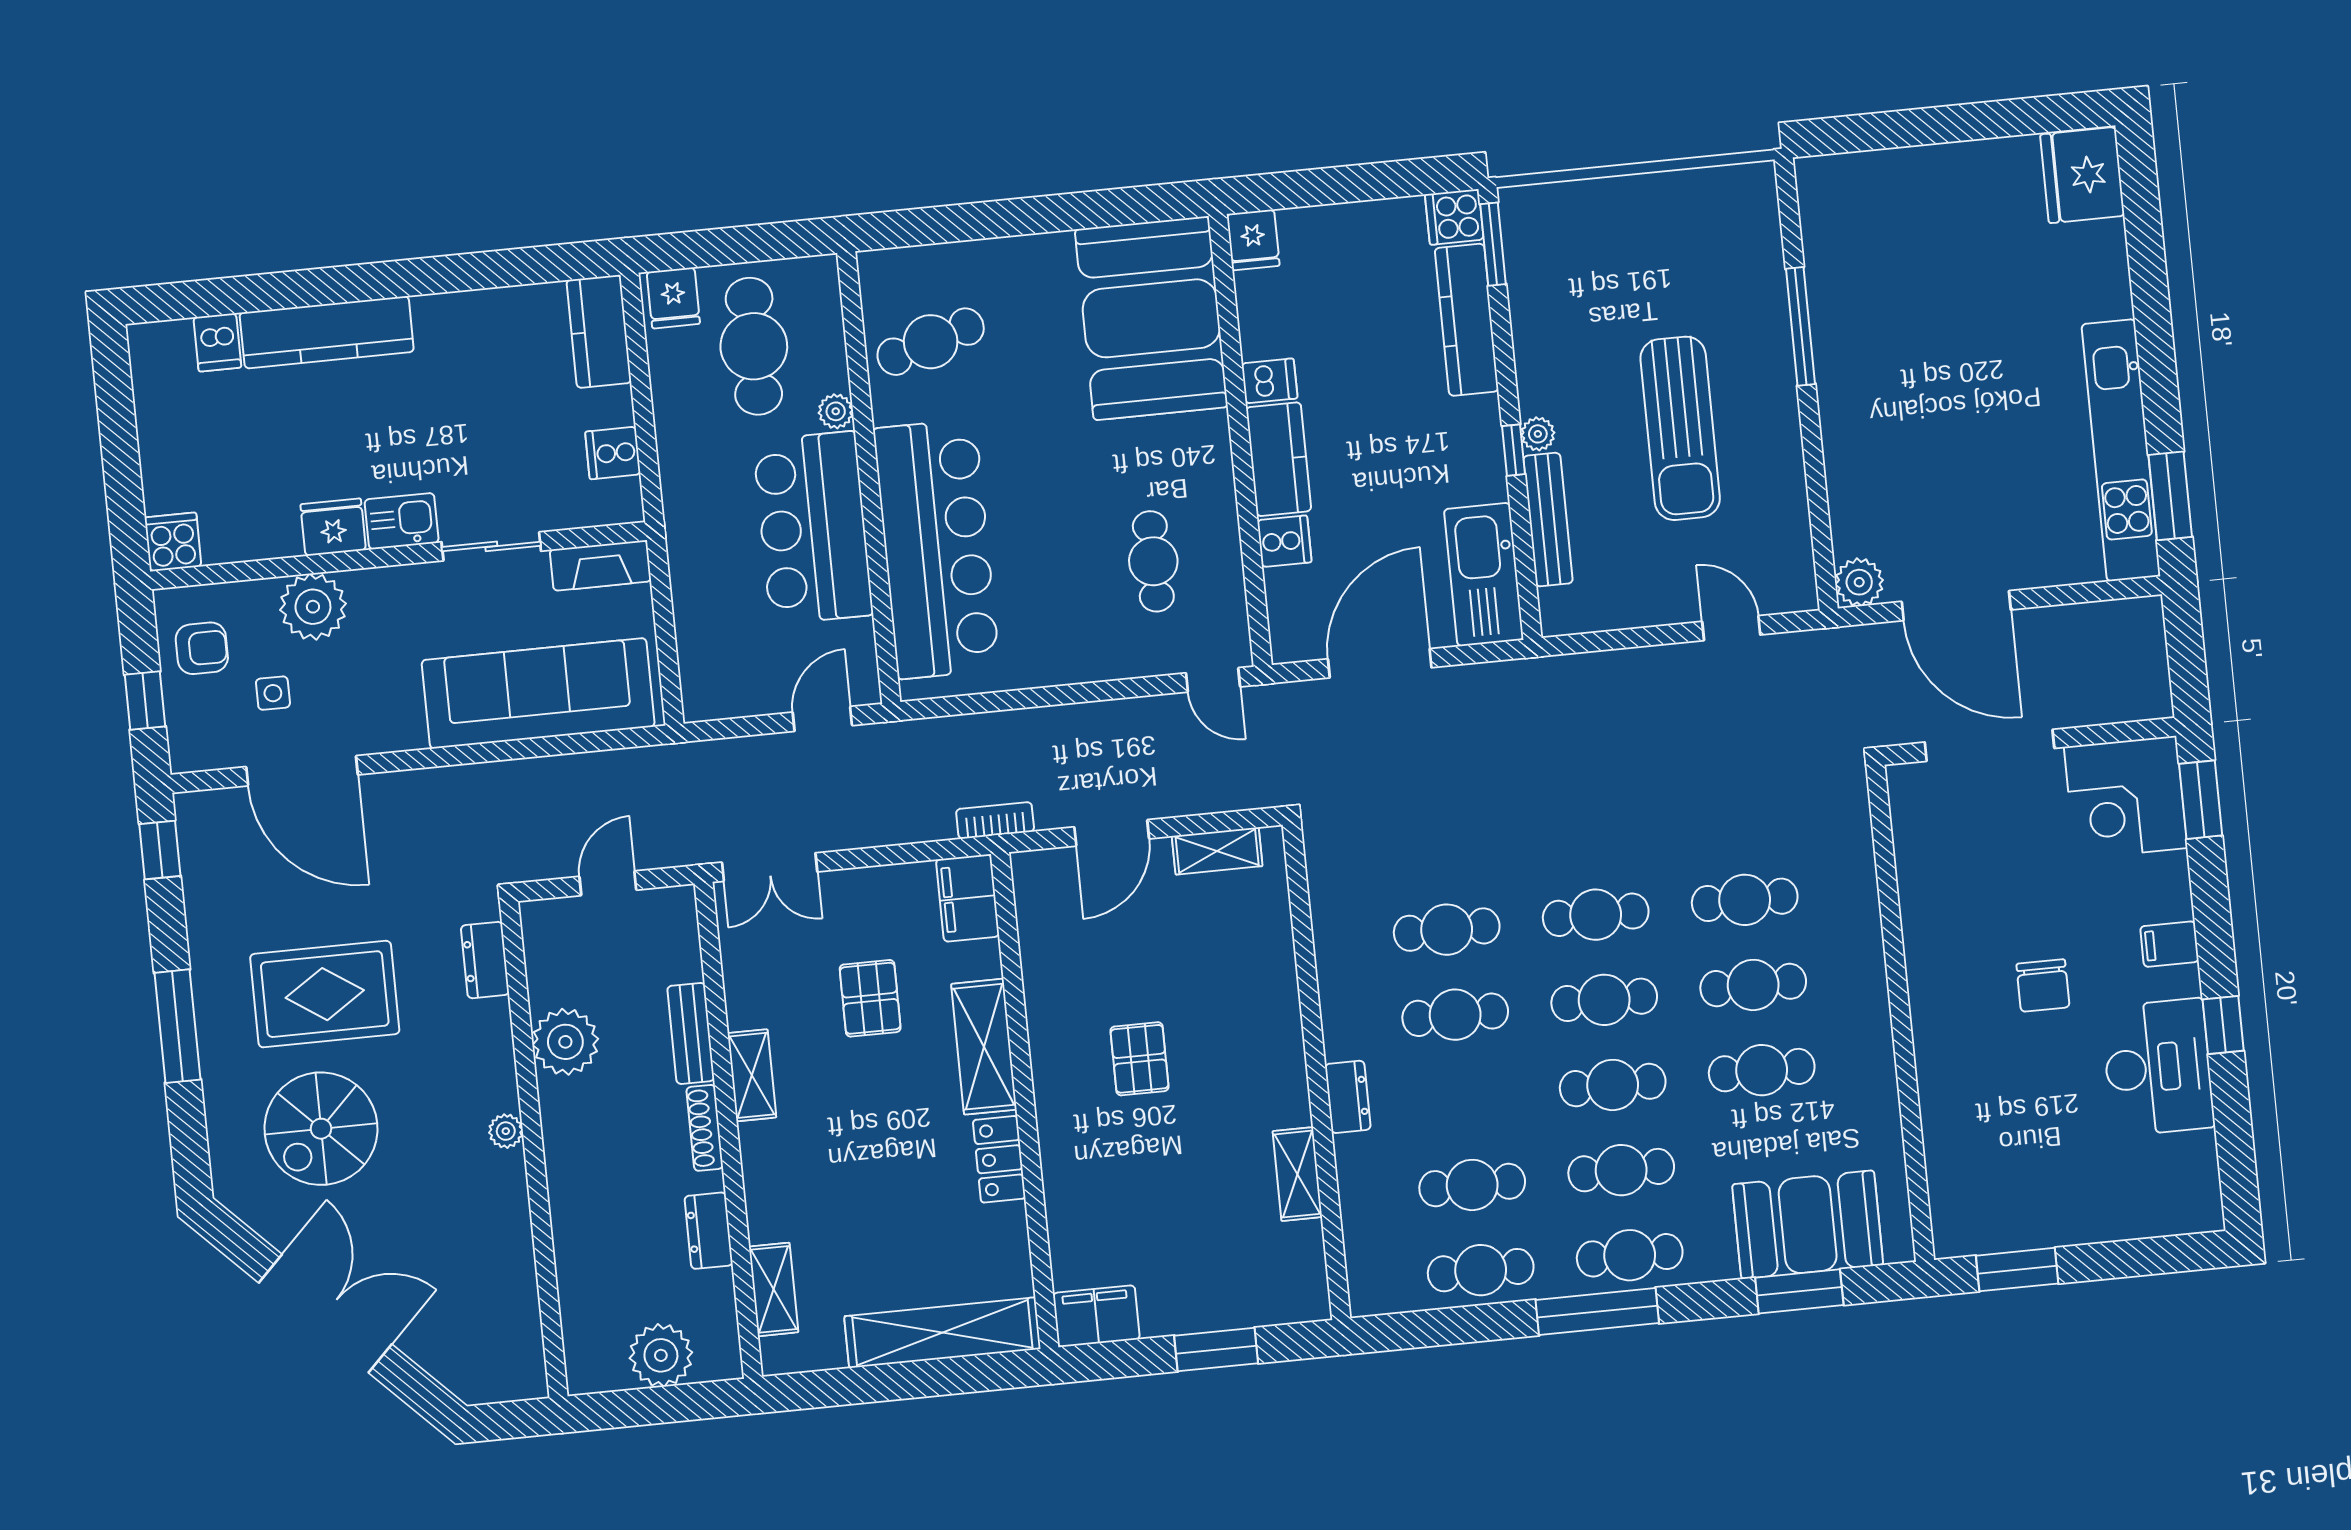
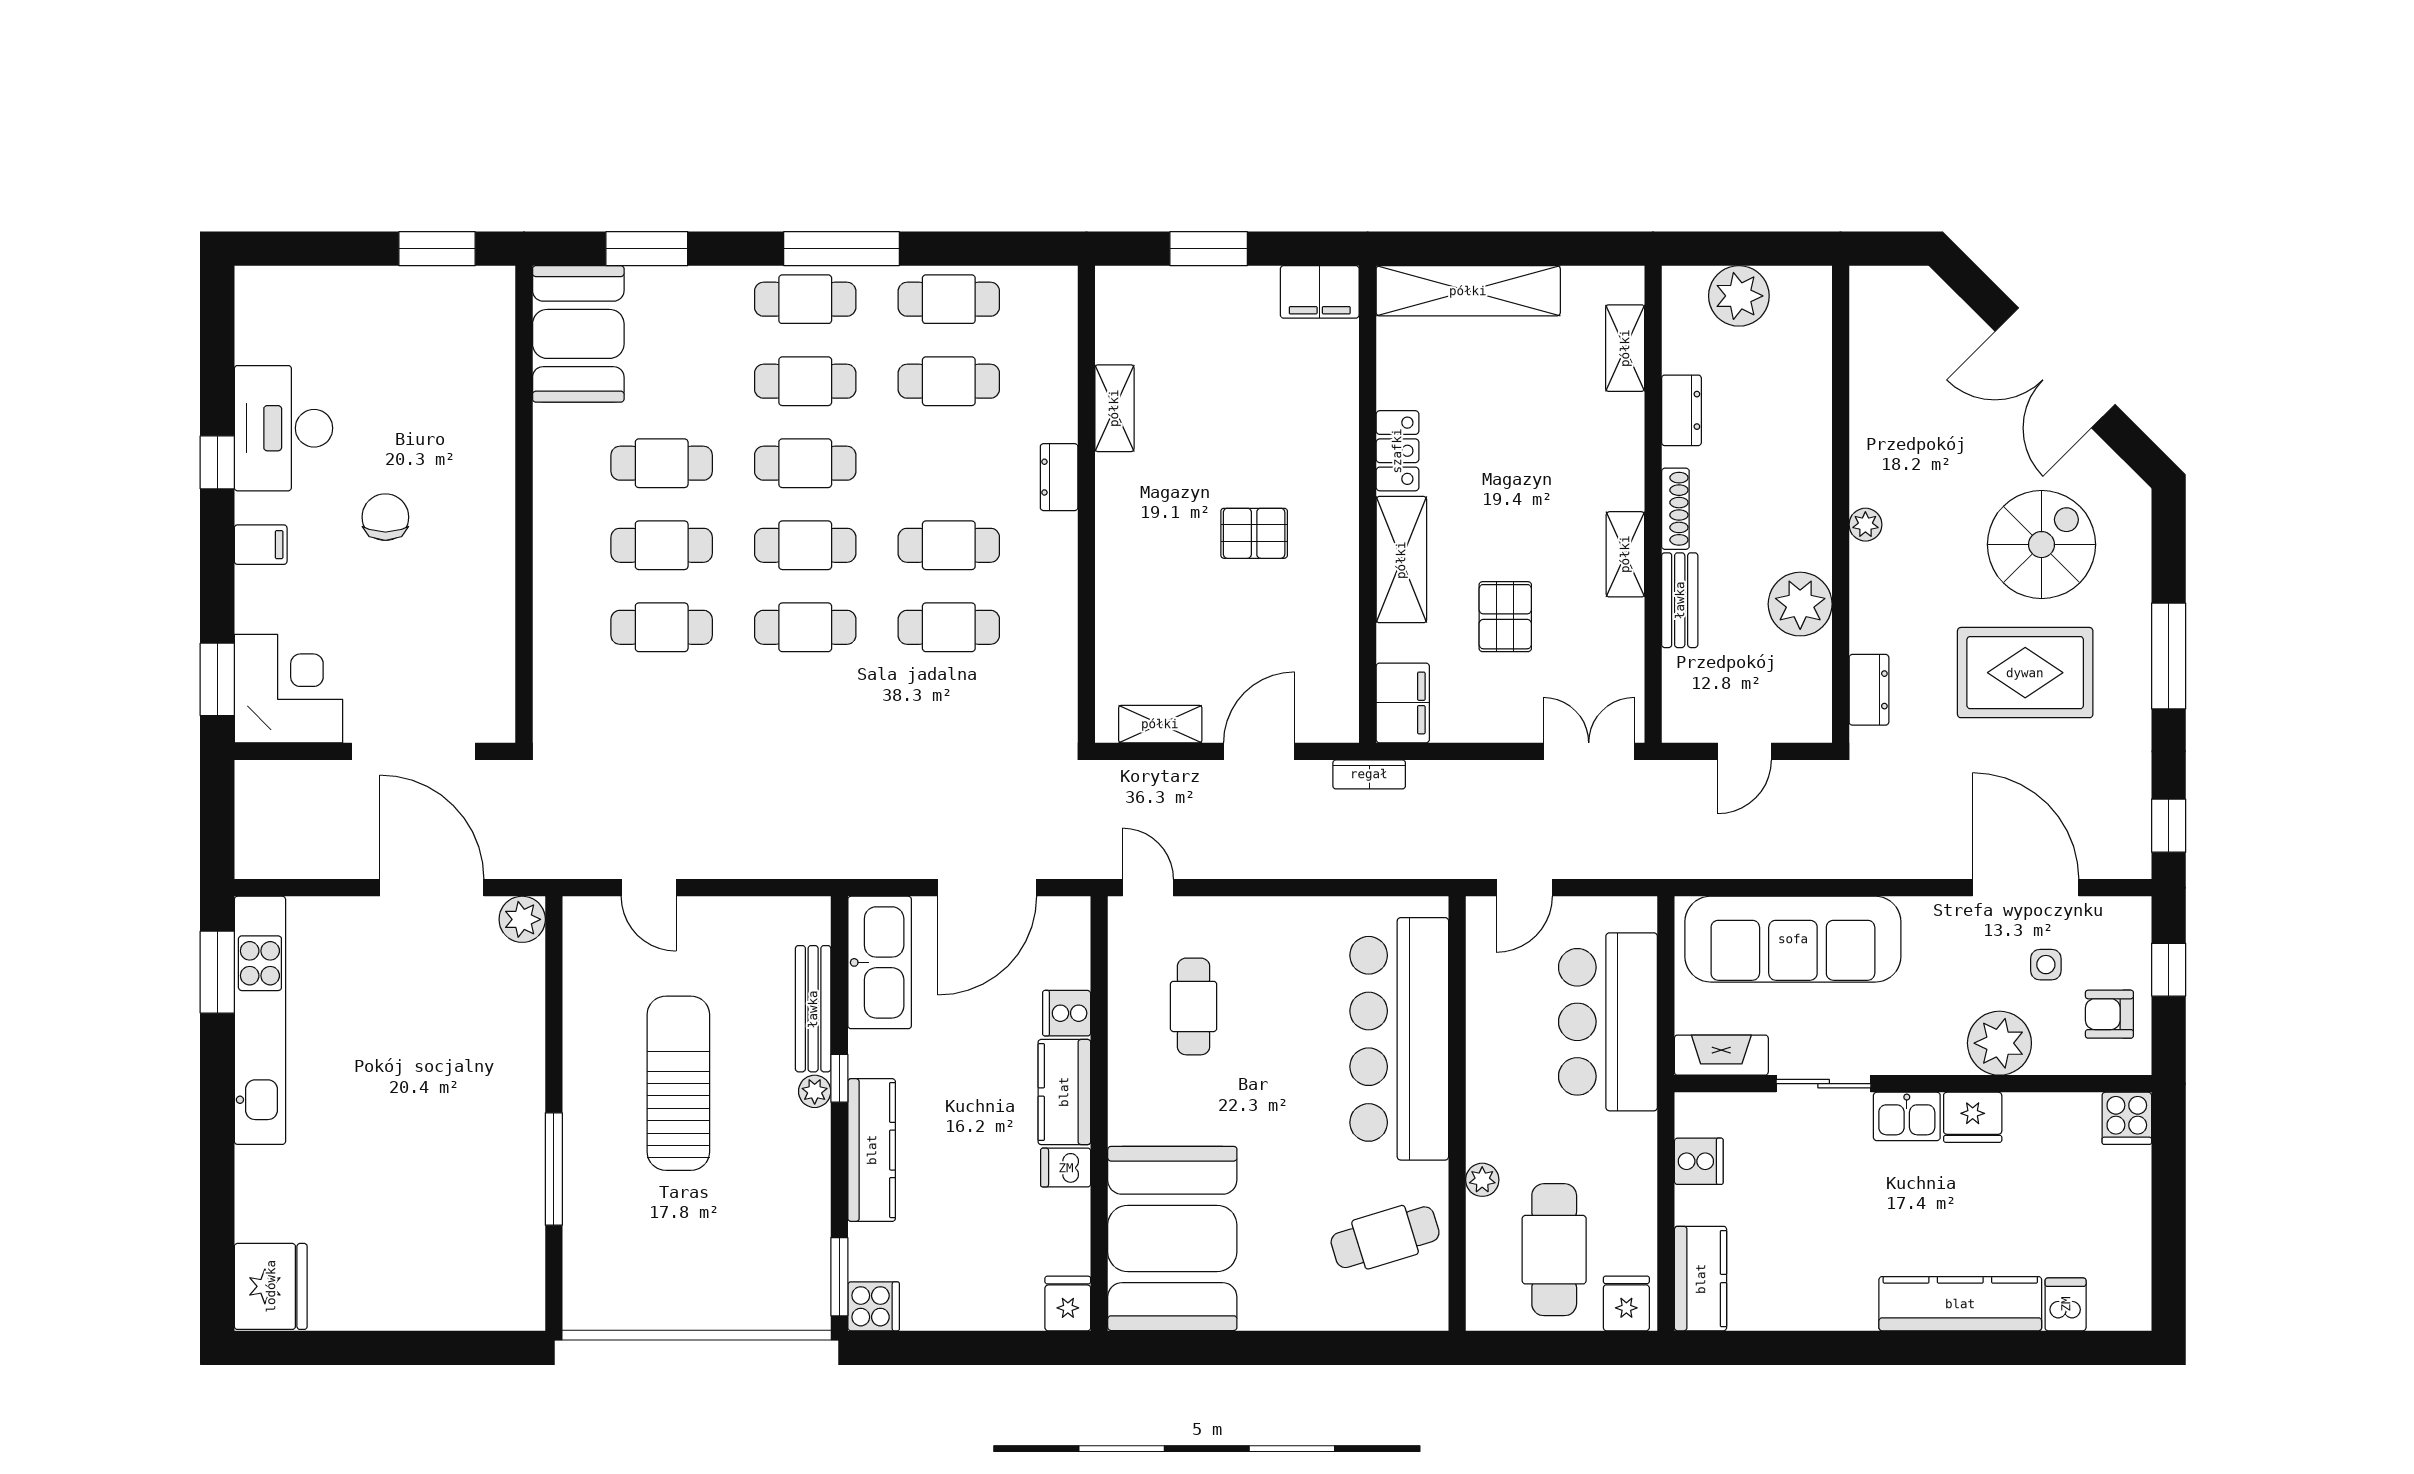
kitchen counter: (1467, 320) -> (872, 1150), moved
bar counter: (813, 528) -> (1608, 1022), moved, turned 180
pallet: (1139, 1059) -> (1254, 533), turned 90
booth: (1808, 1225) -> (578, 334), moved, turned 90

